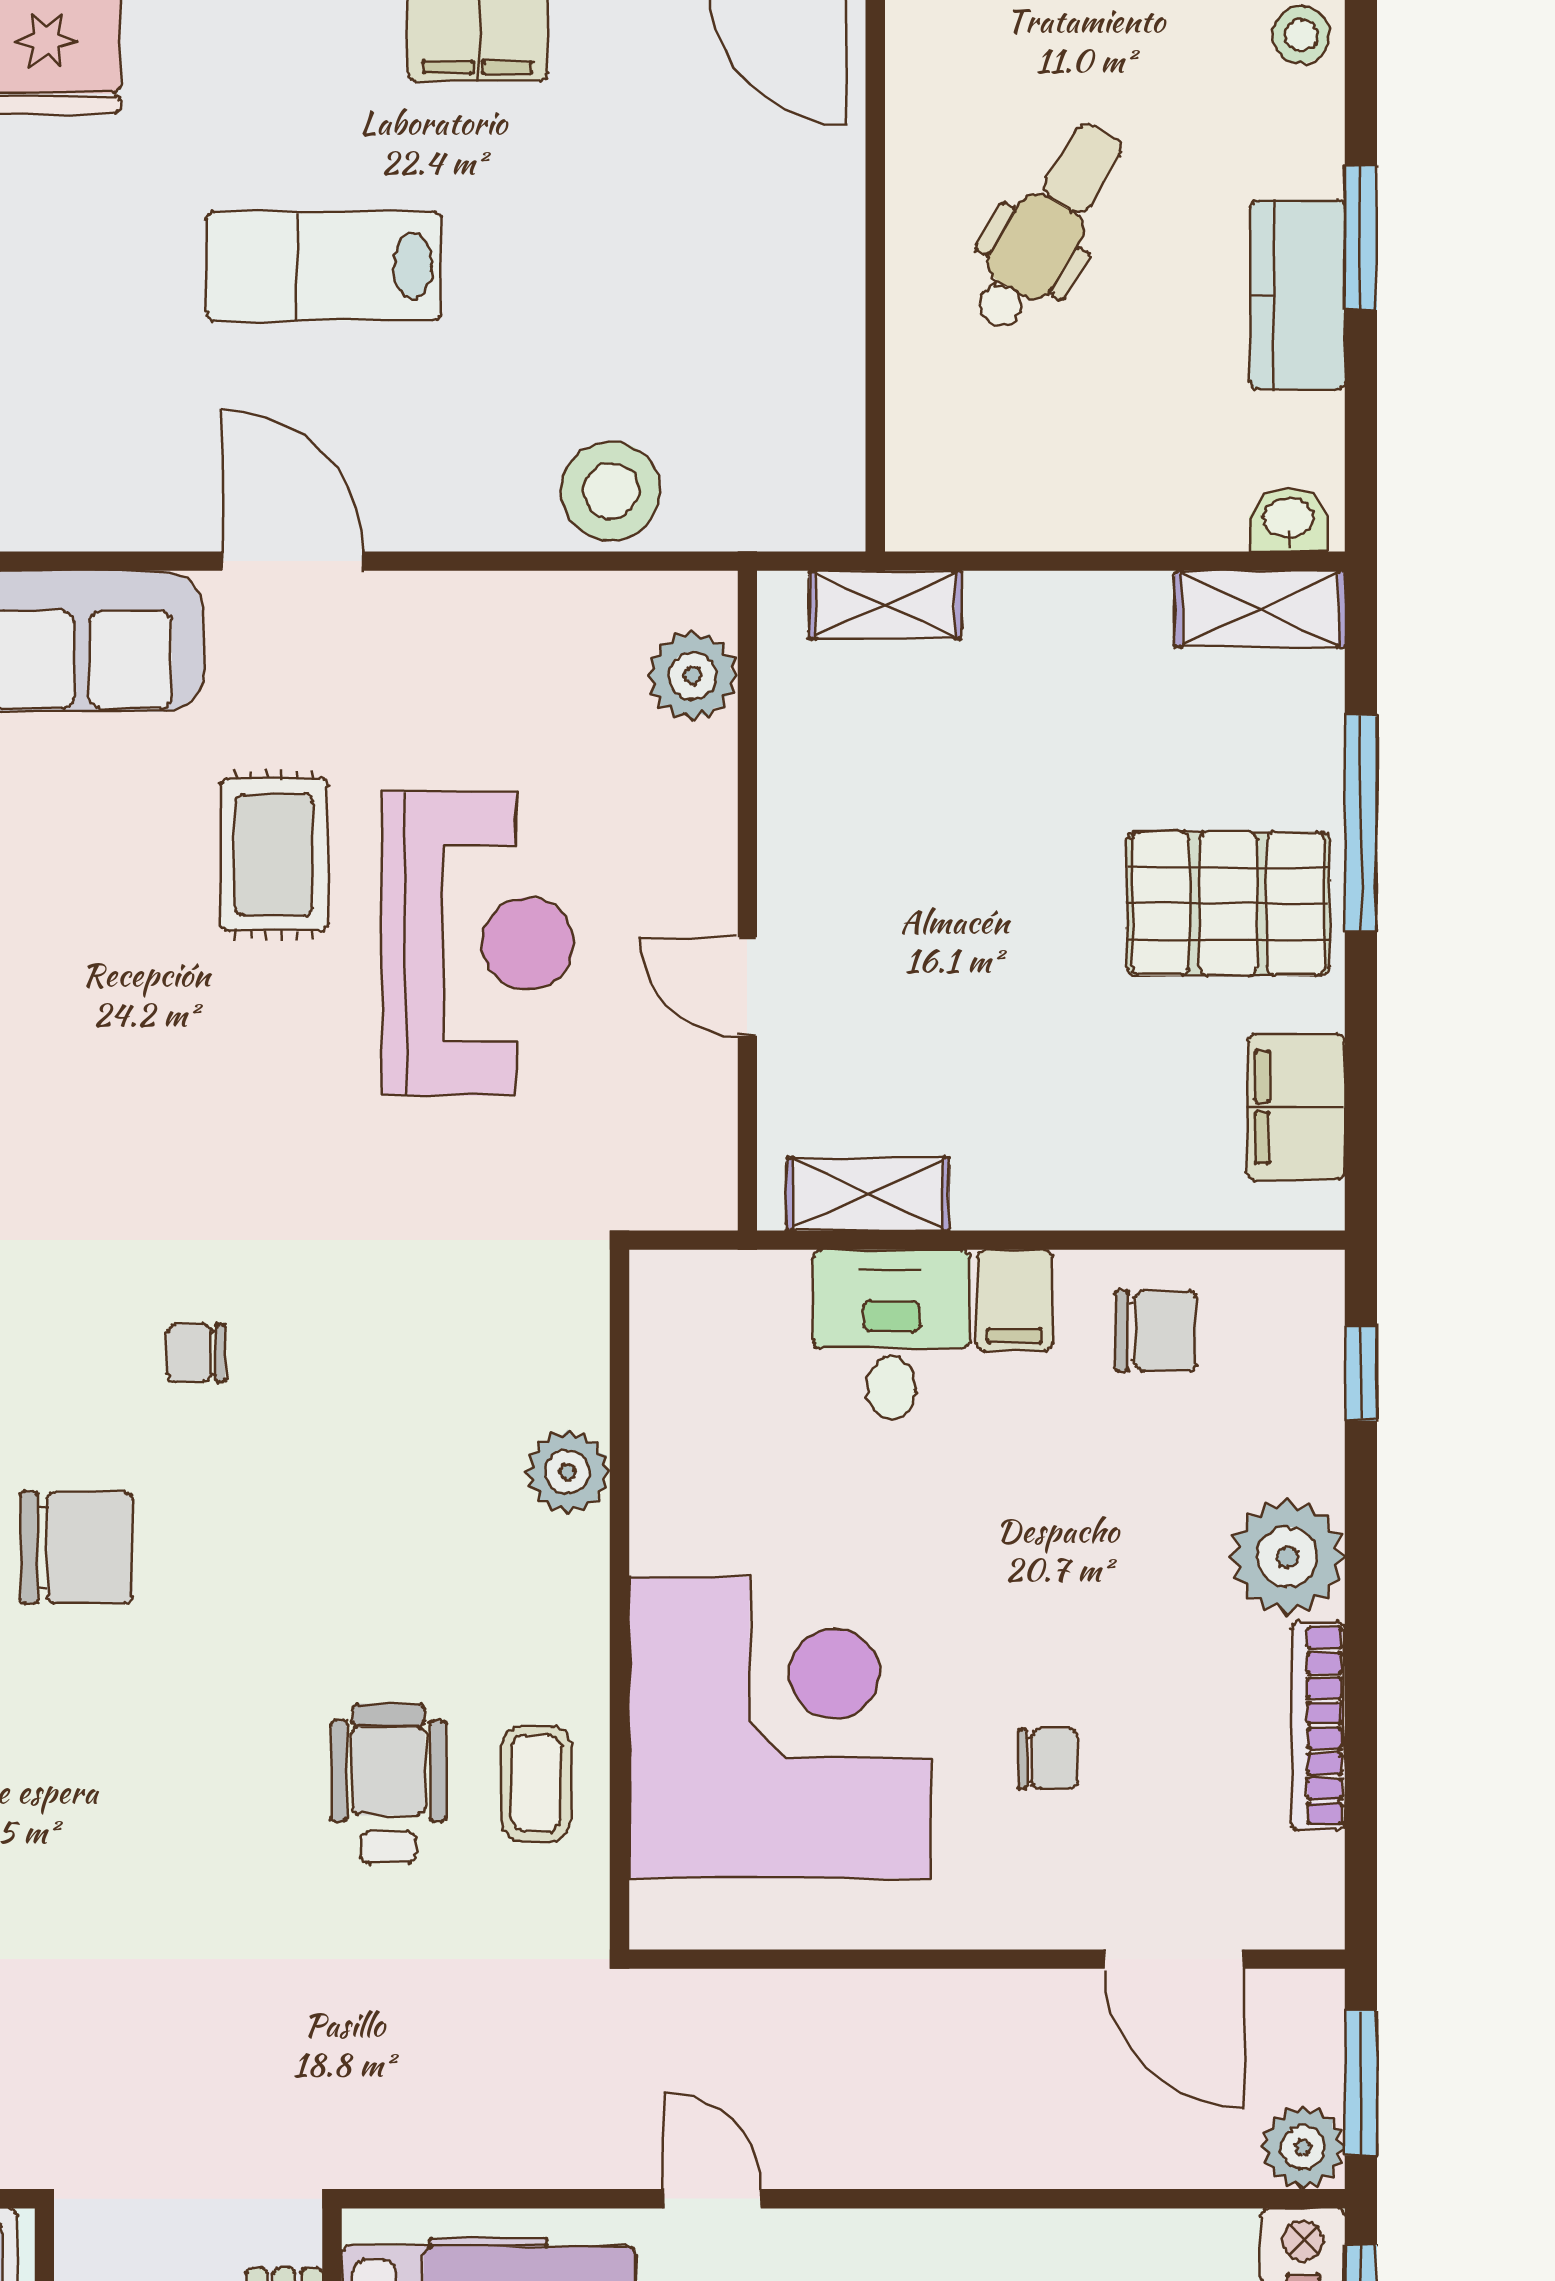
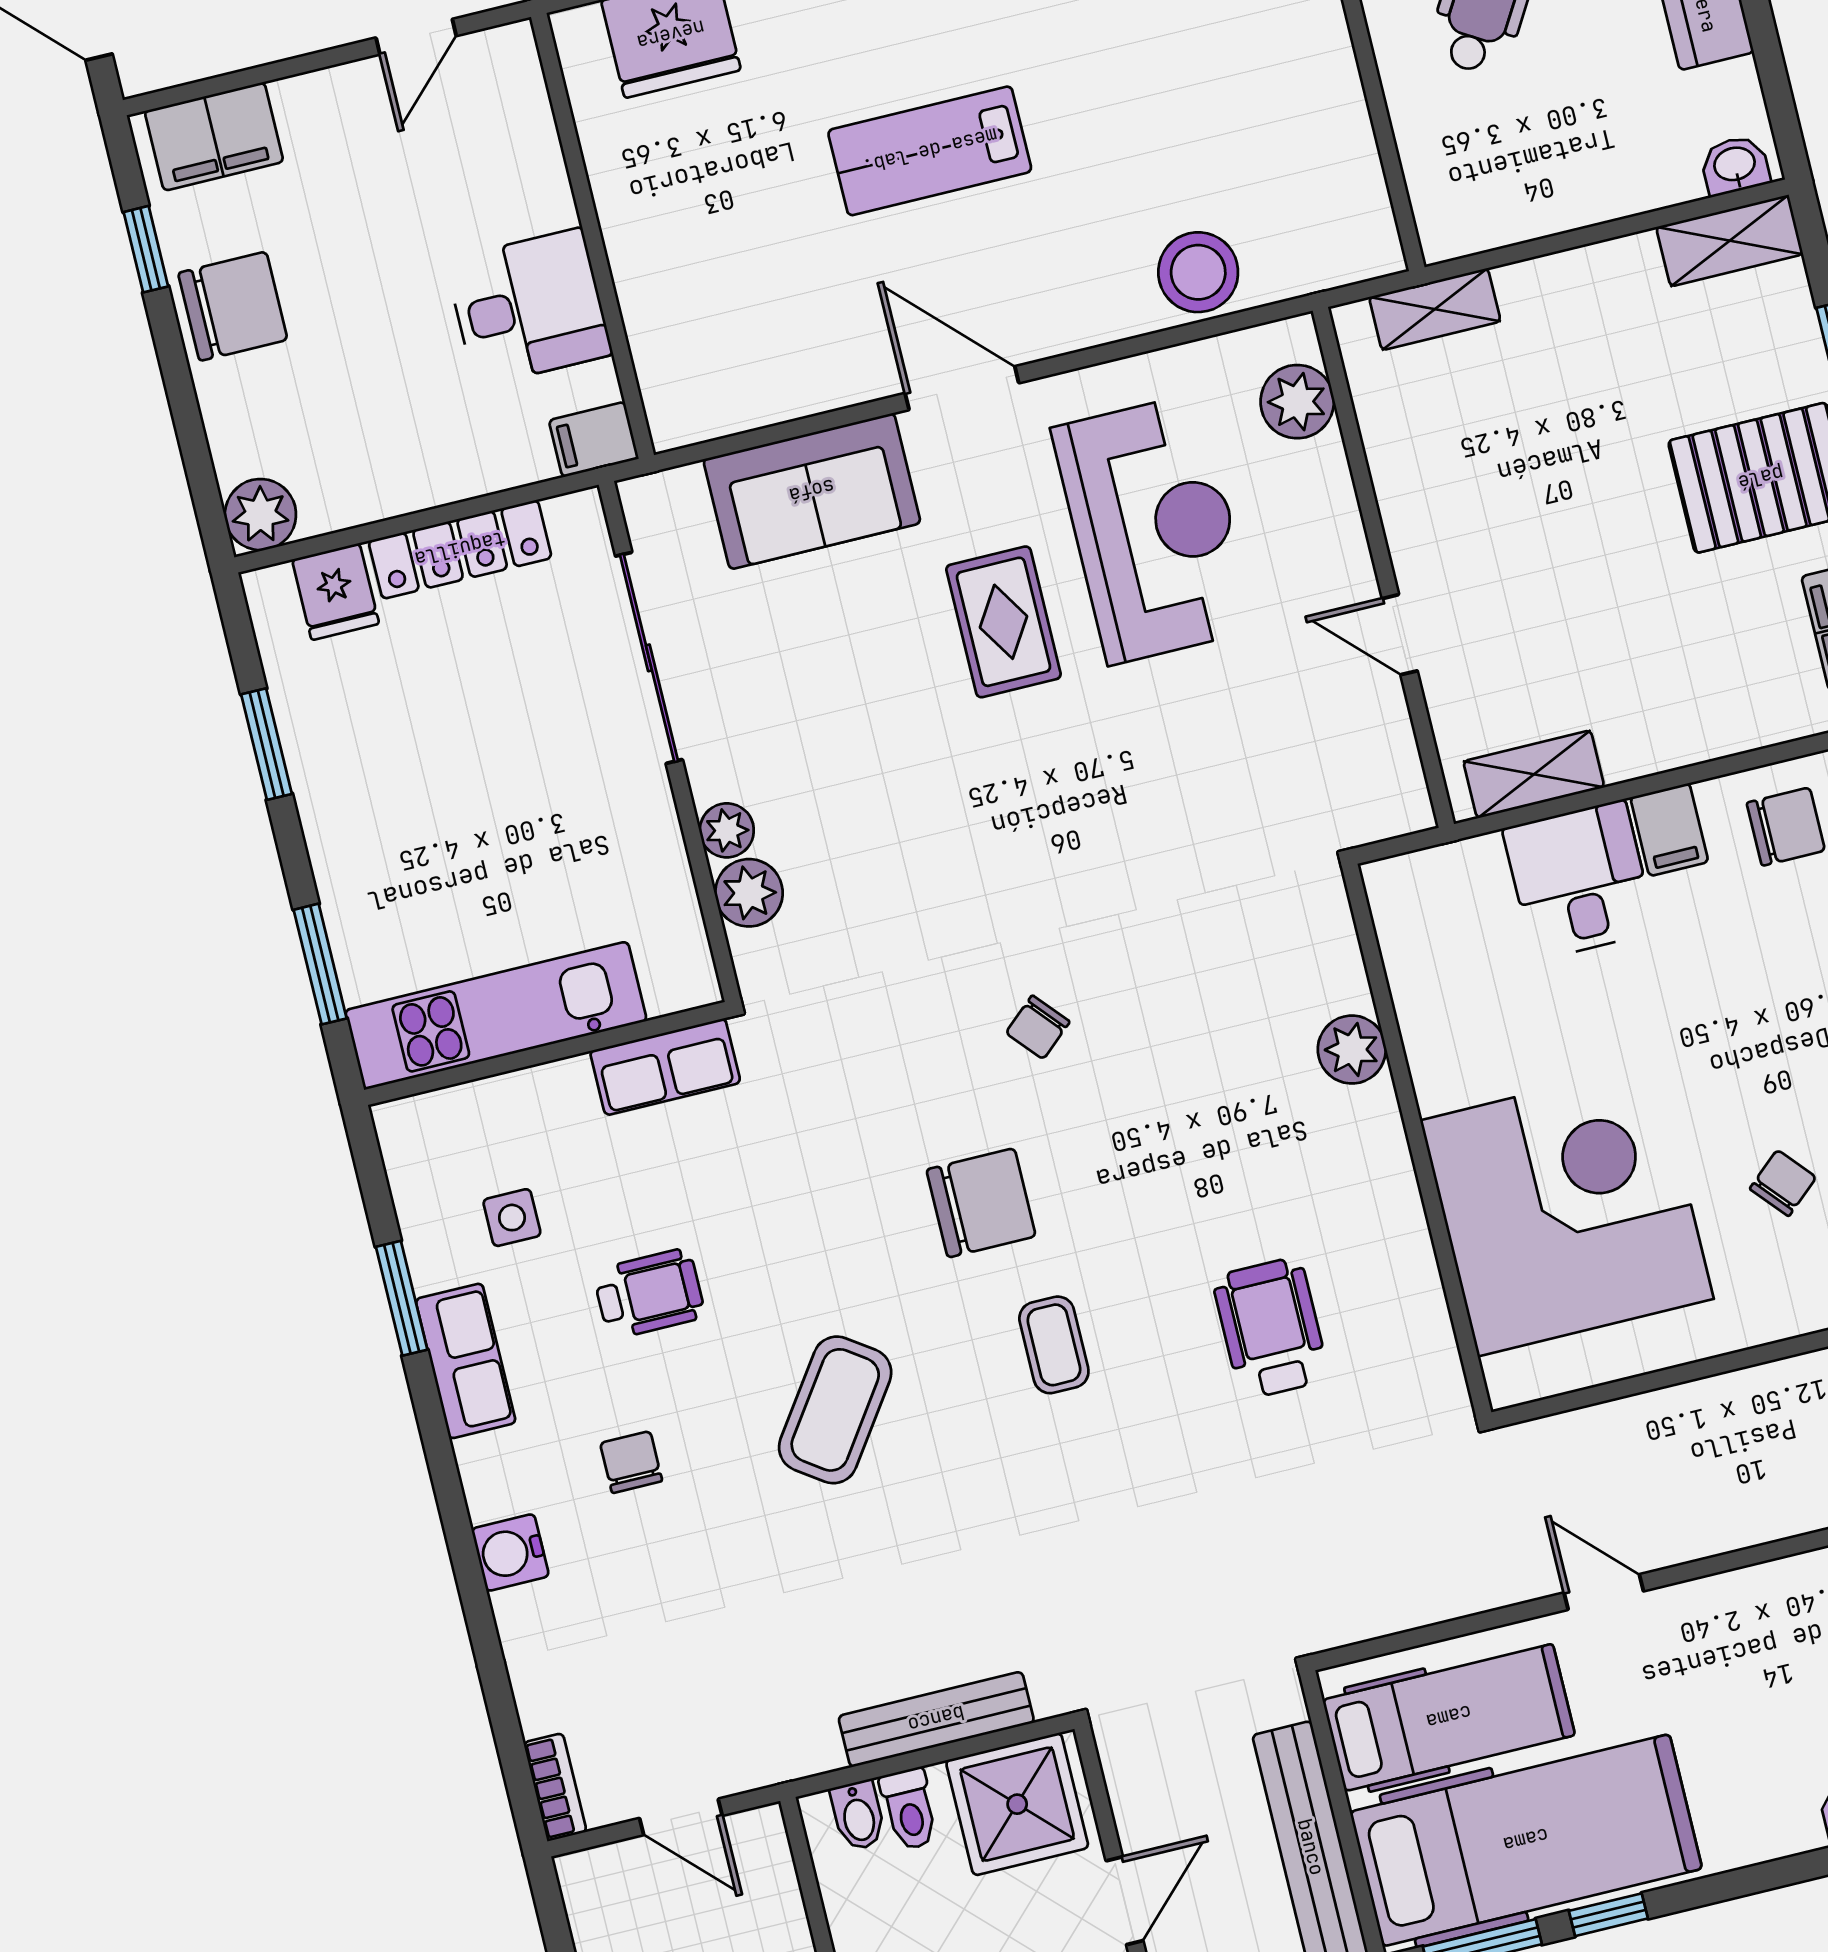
reception desk: (478, 943) -> (1154, 529), moved
chair: (196, 1353) -> (1038, 1027), turned -41
chair: (1048, 1759) -> (1783, 1183), turned -41
coffee table: (536, 1783) -> (1054, 1345), moved

